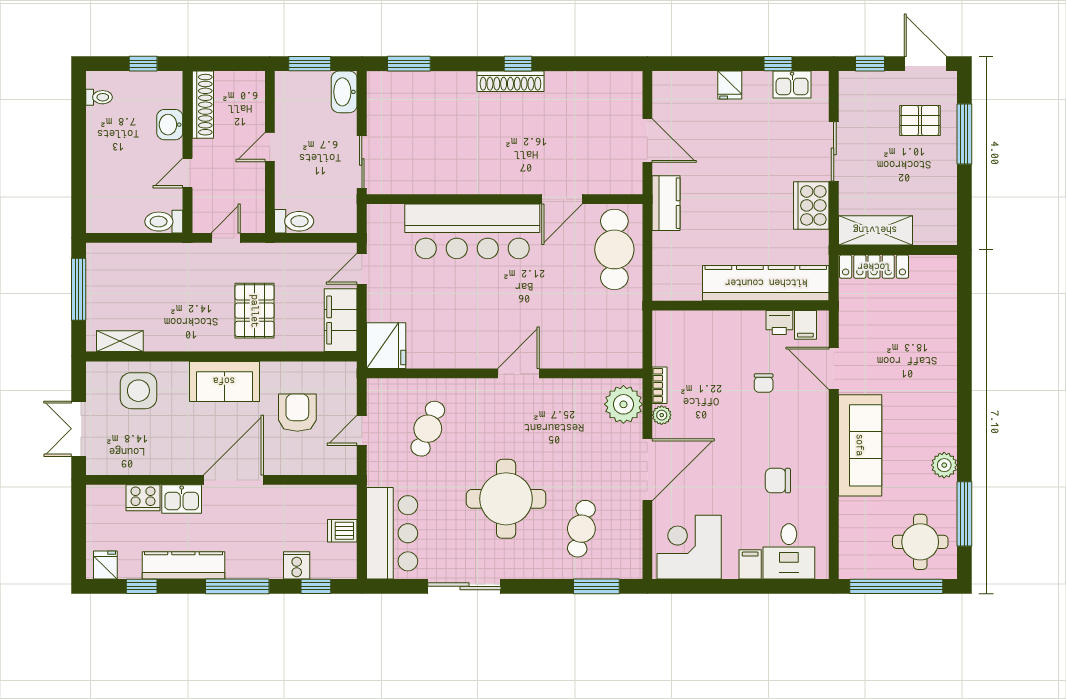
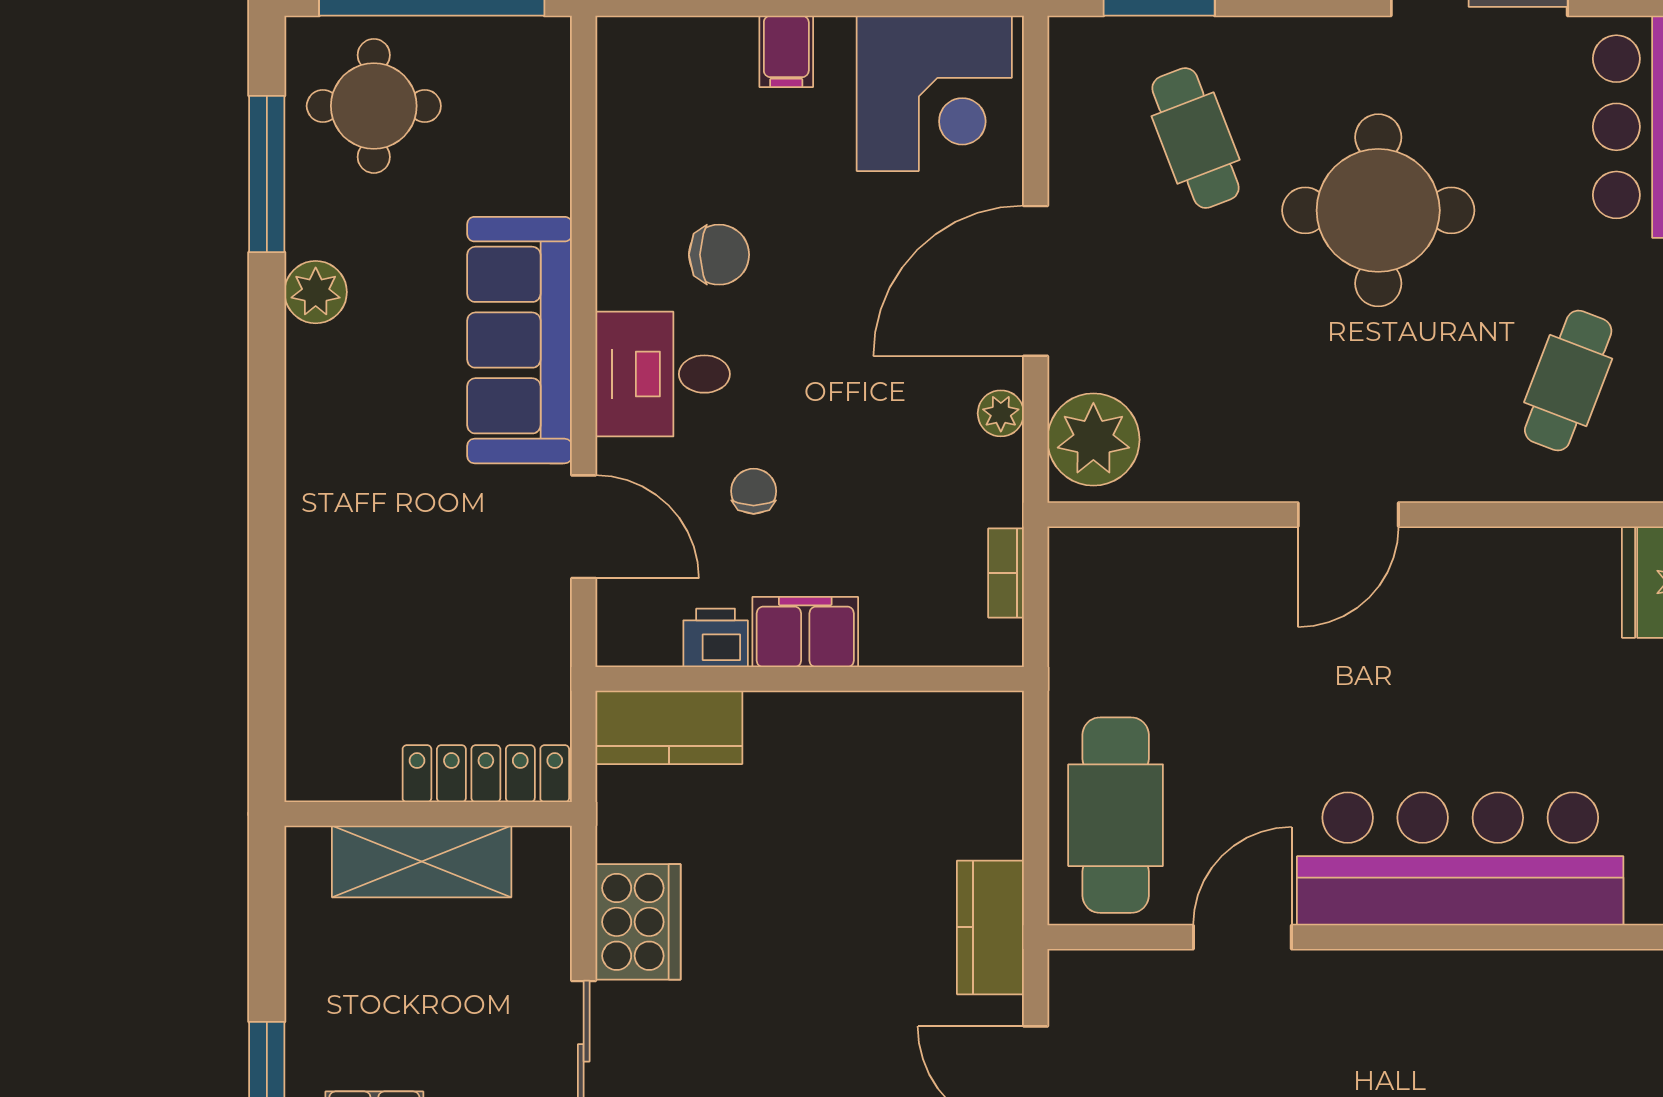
shelving: (875, 230) -> (422, 861), moved
kitchen counter: (766, 283) -> (669, 727), width x0.48, depth x0.86
filing cabinet: (805, 325) -> (805, 632), moved, width x2.00
bookcase: (660, 385) -> (1006, 573), moved
cafe table: (581, 529) -> (1196, 138), turned -33
desk: (789, 551) -> (663, 374), moved, turned -90

